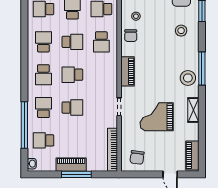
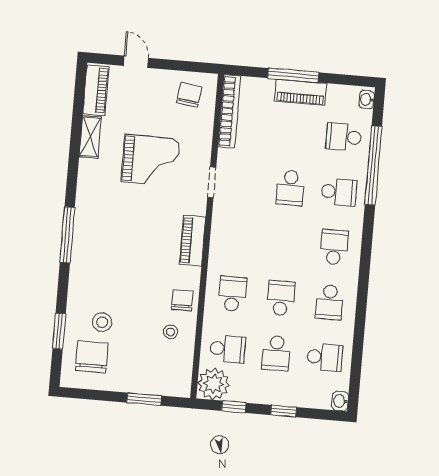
stool: (181, 31) -> (102, 322), moved
school desk: (72, 42) -> (281, 298), turned 90
school desk: (72, 75) -> (286, 243), removed
stool: (188, 78) -> (92, 221), removed
school desk: (43, 108) -> (339, 192), turned -90
school desk: (72, 108) -> (290, 188), turned -90
shelving: (193, 110) -> (90, 137), moved
school desk: (43, 140) -> (344, 137), turned 180

